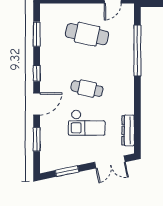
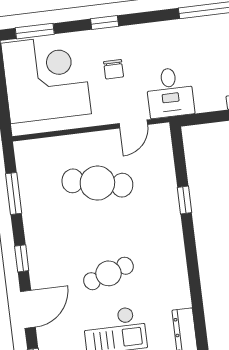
window: (137, 51) -> (184, 200), width x0.32
cafe table: (87, 89) -> (108, 273), turned -30

